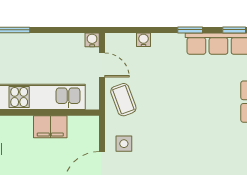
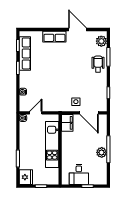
coffee table: (123, 100) -> (53, 102), removed
filing cabinet: (50, 127) -> (67, 123), moved

